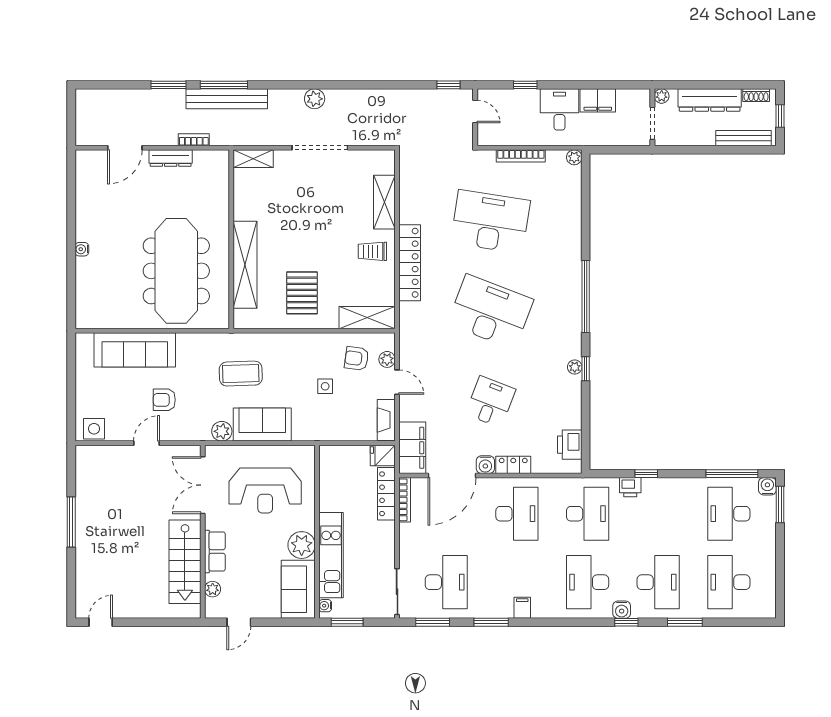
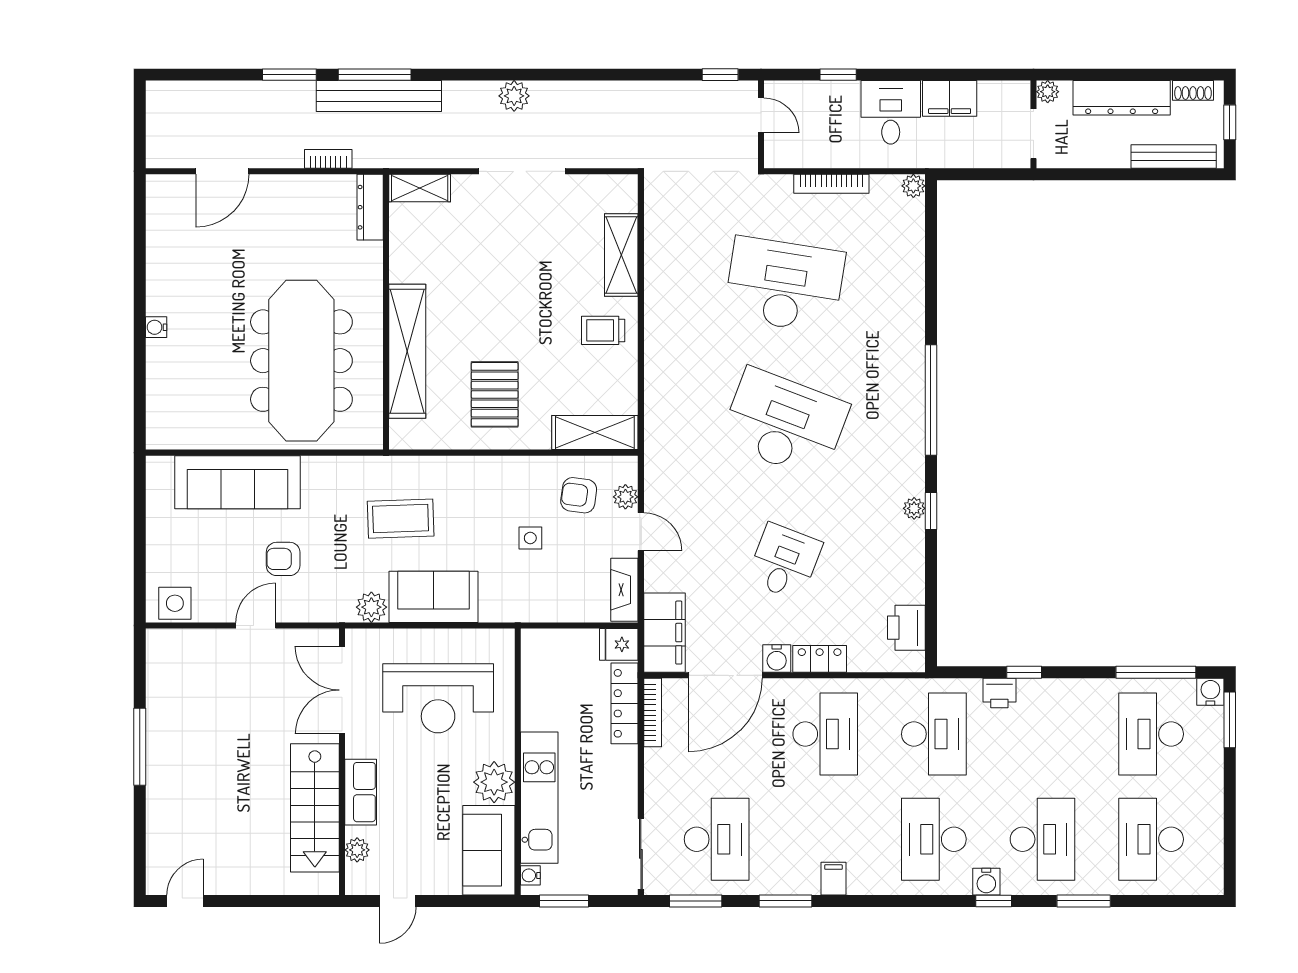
dresser: (171, 158) -> (370, 207), moved, turned 90
locker: (410, 263) -> (660, 348), removed

